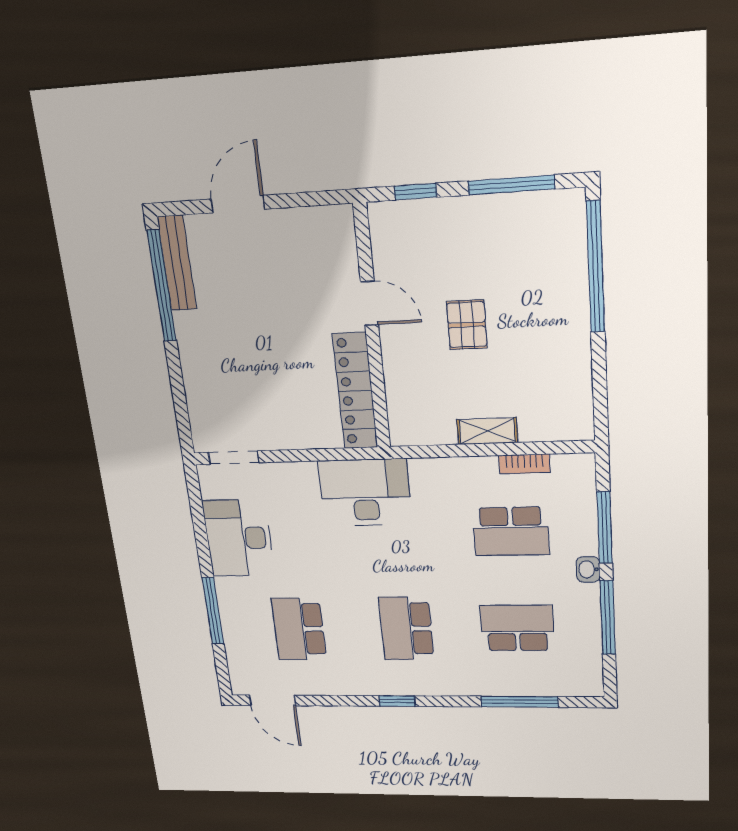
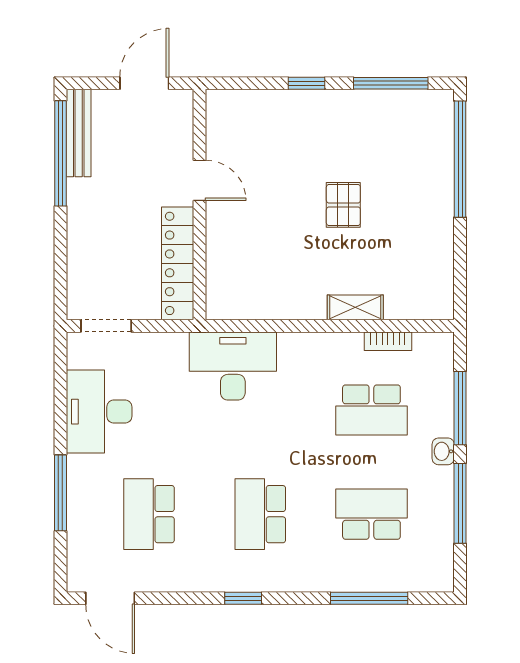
door: (370, 303) -> (200, 180), moved
wall: (372, 329) -> (200, 205), moved
locker: (355, 391) -> (178, 263), moved

